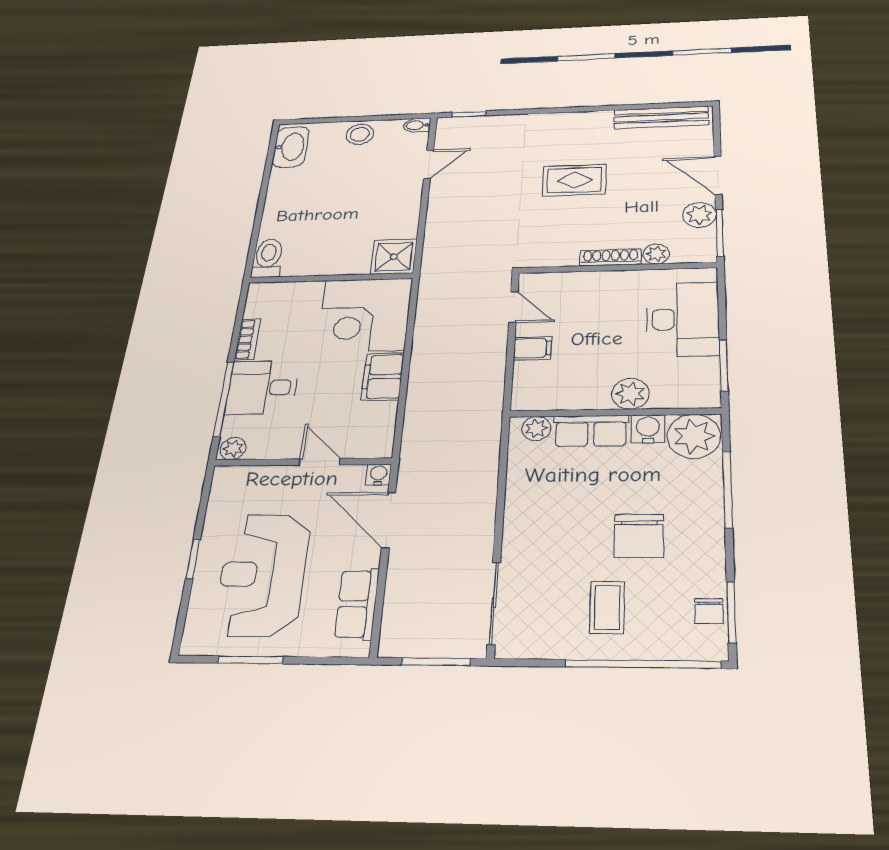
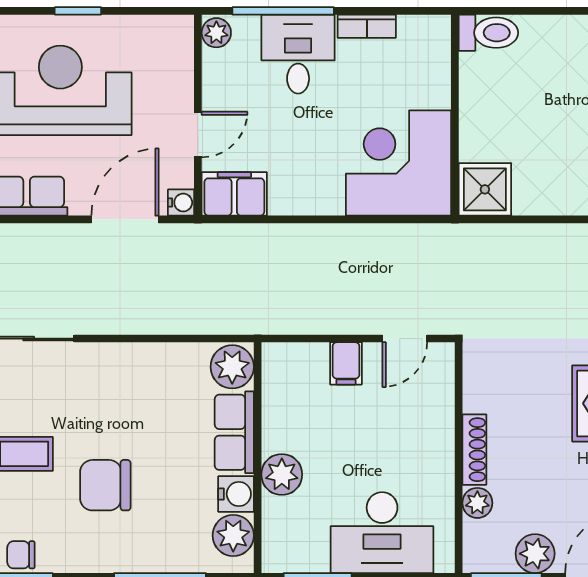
filing cabinet: (383, 377) -> (234, 194), moved
plant: (536, 428) -> (232, 367), width x1.38, depth x1.38
plant: (694, 436) -> (233, 535), width x0.73, depth x0.73

